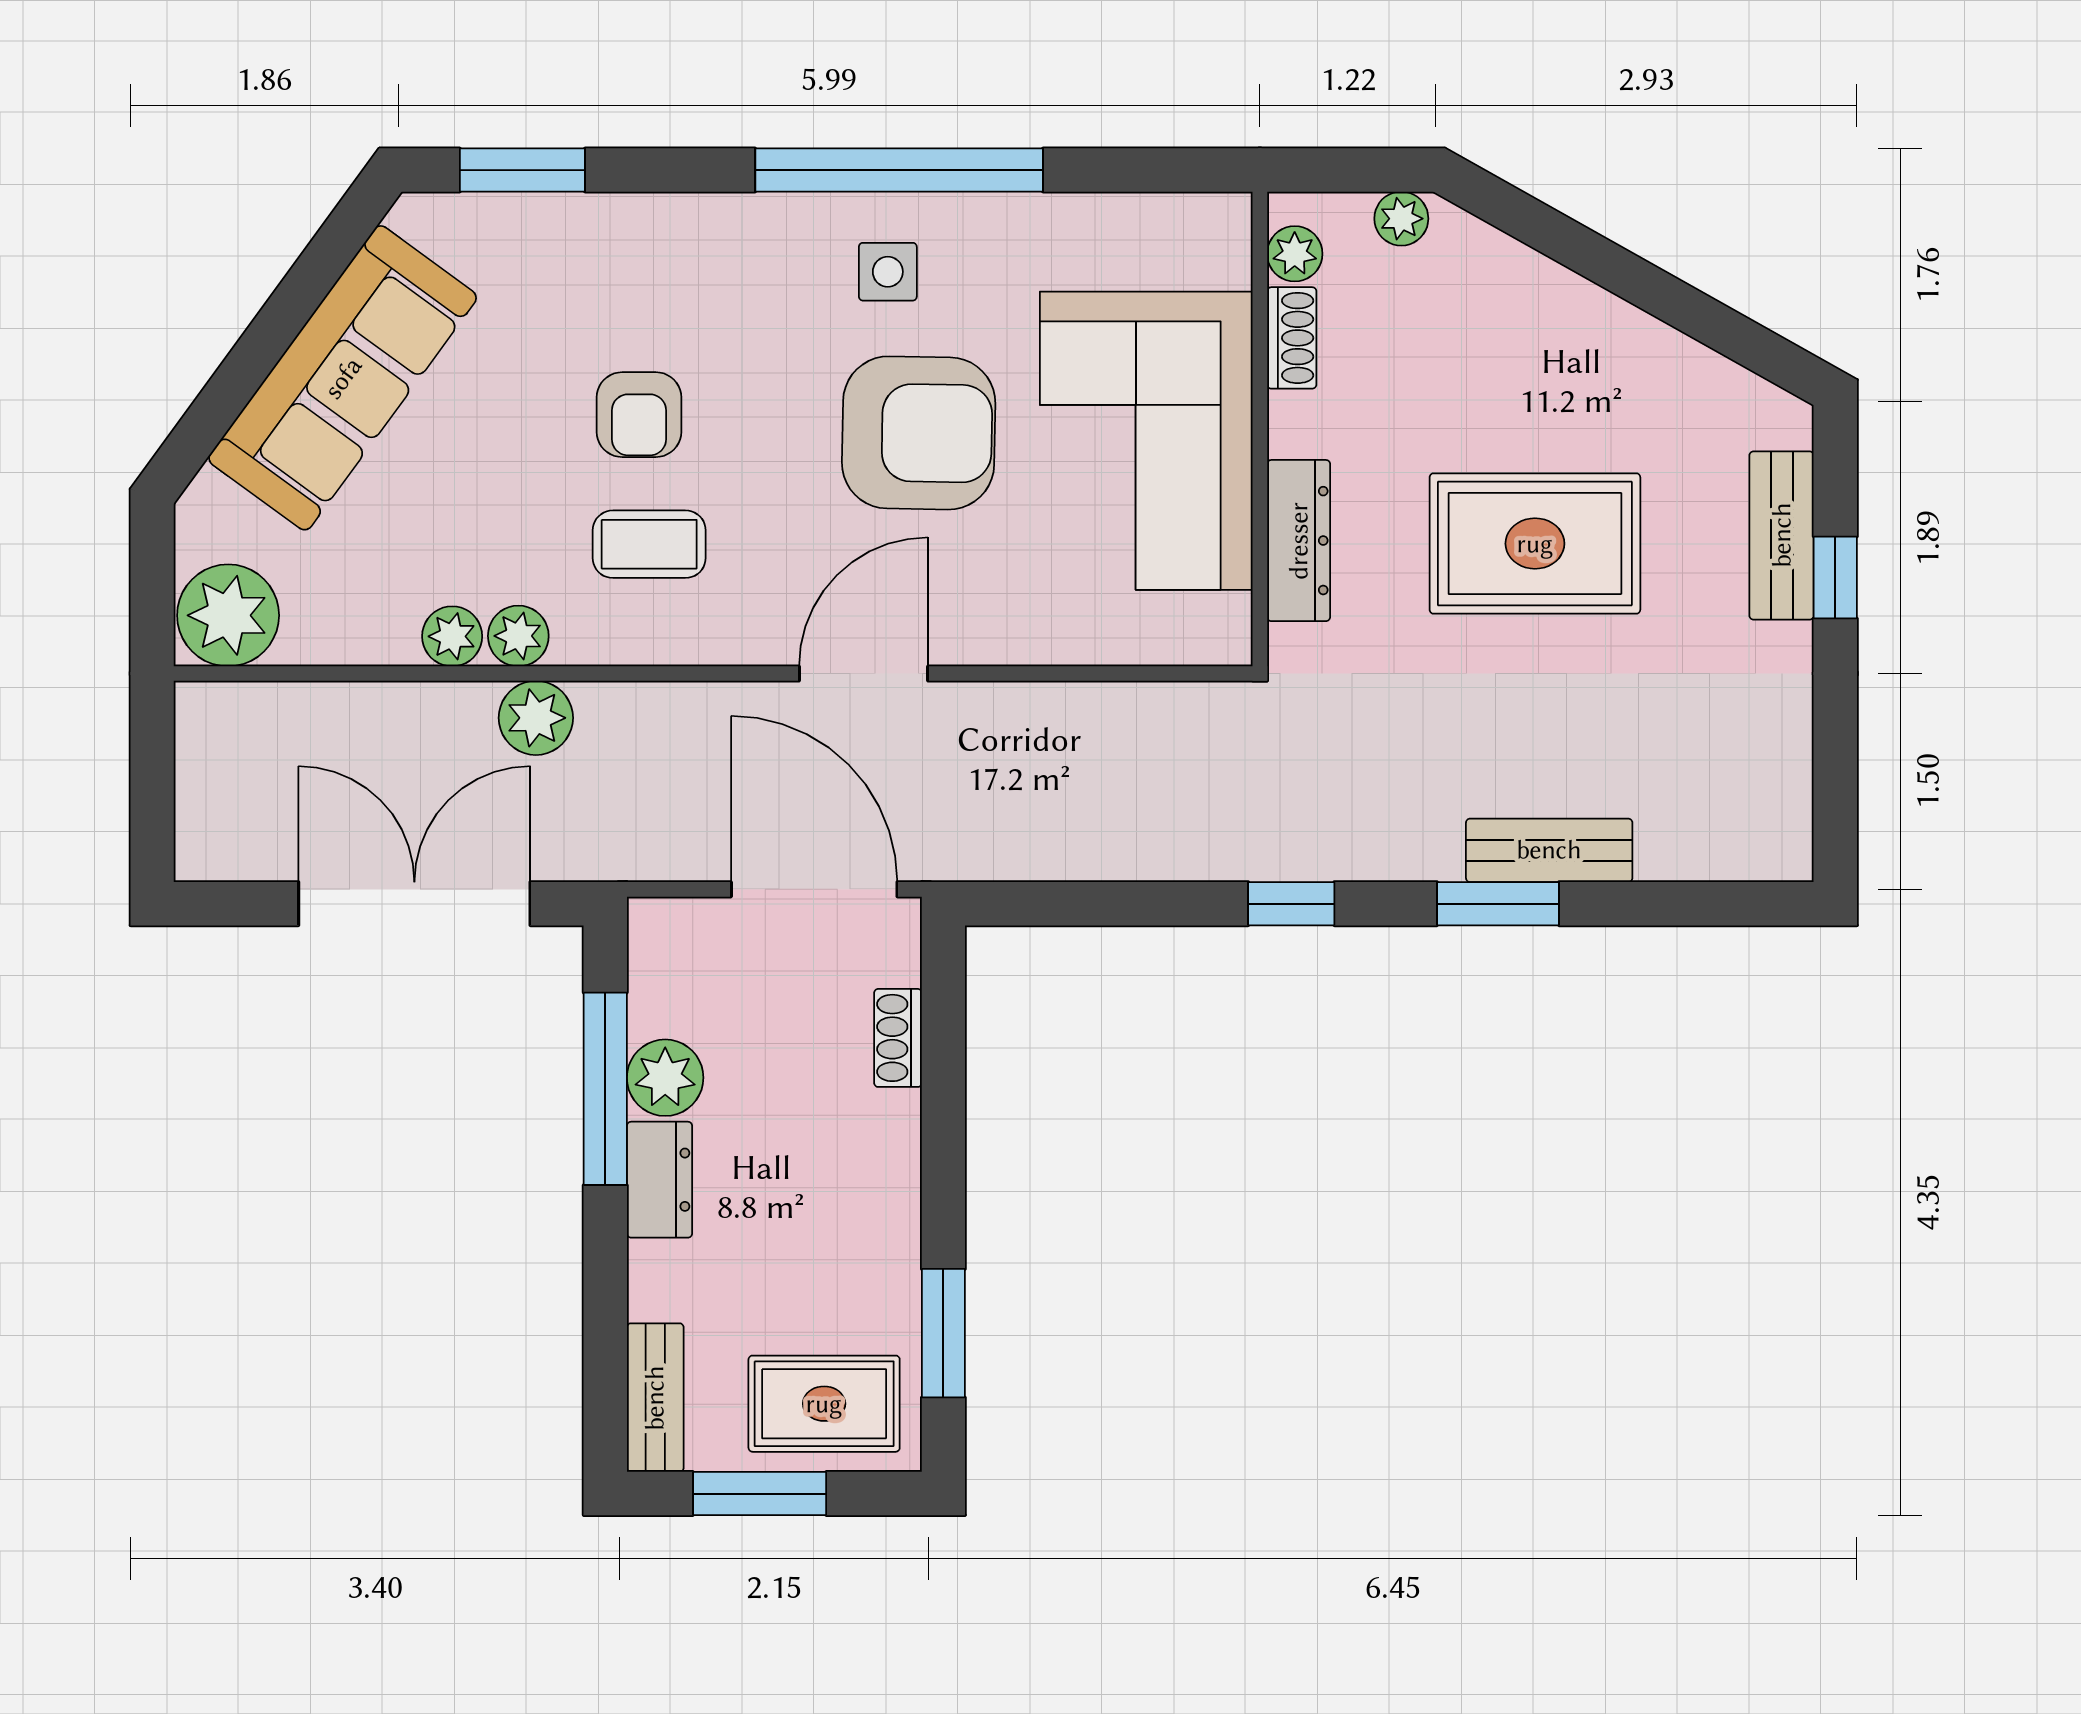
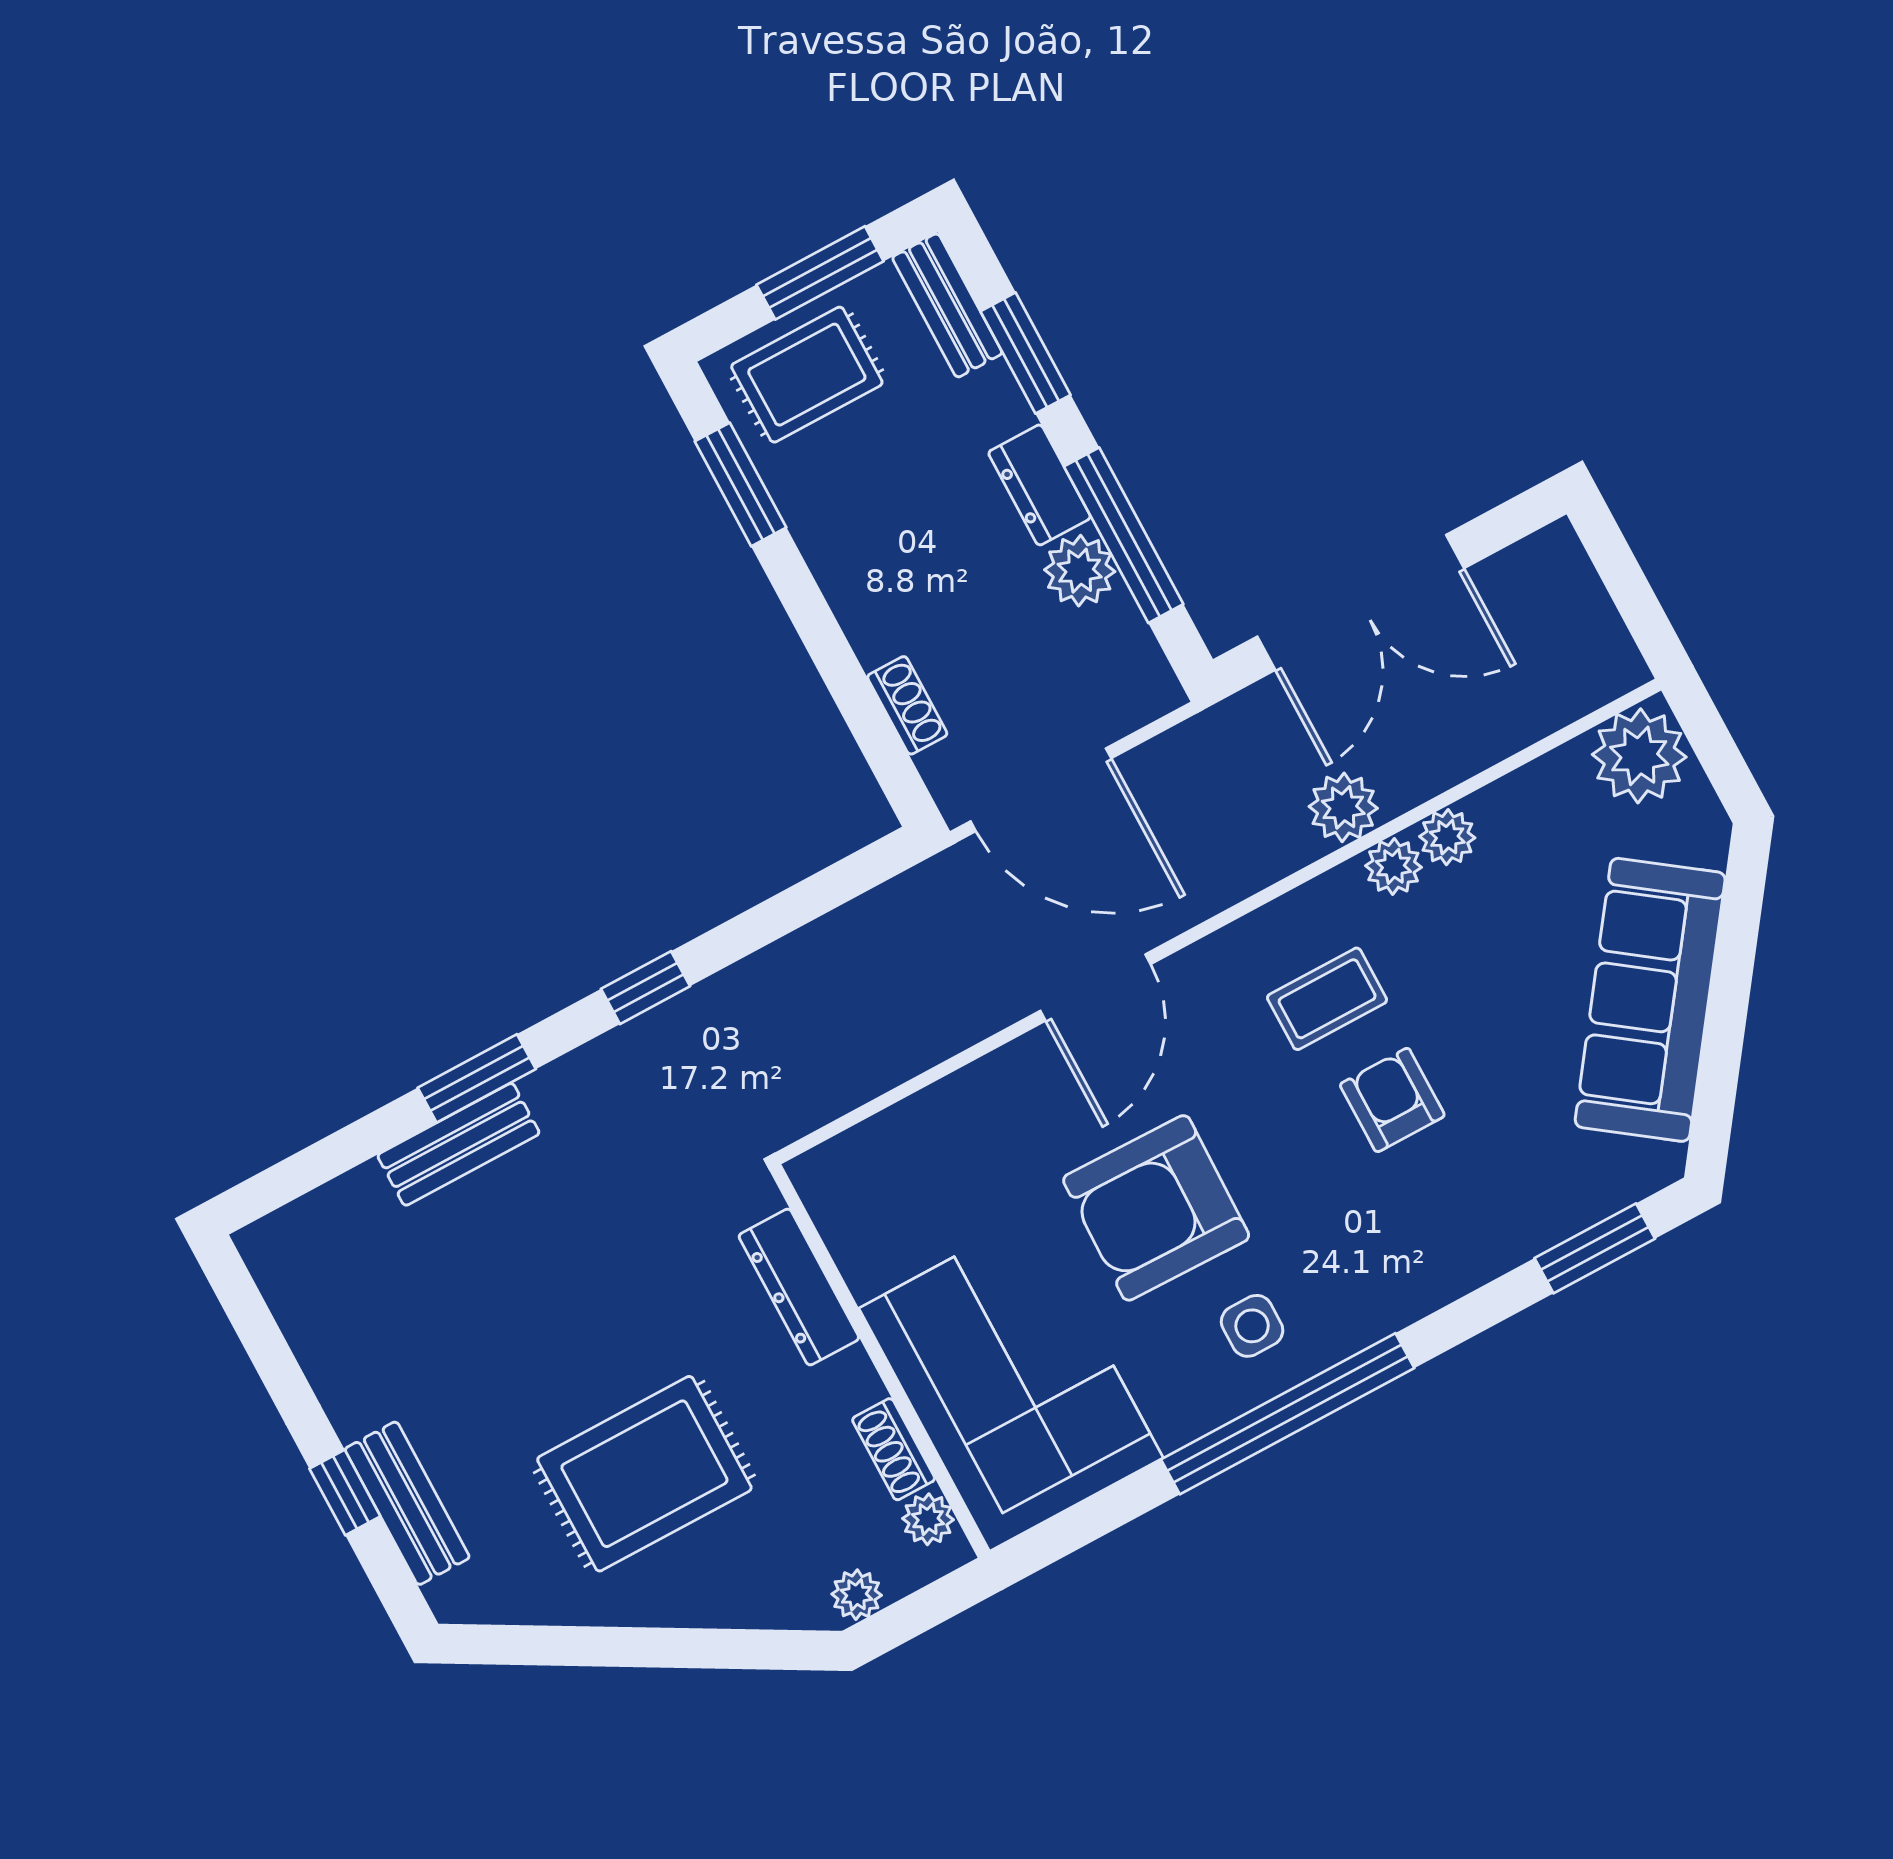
corner sofa: (1146, 441) -> (1011, 1383), moved
rug: (1535, 544) -> (644, 1474), moved
window: (605, 1312) -> (1026, 353), added

